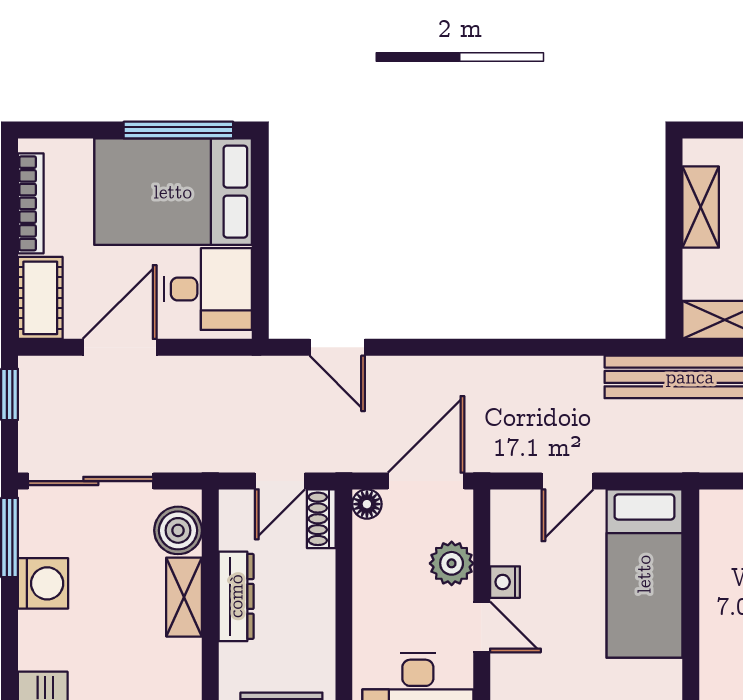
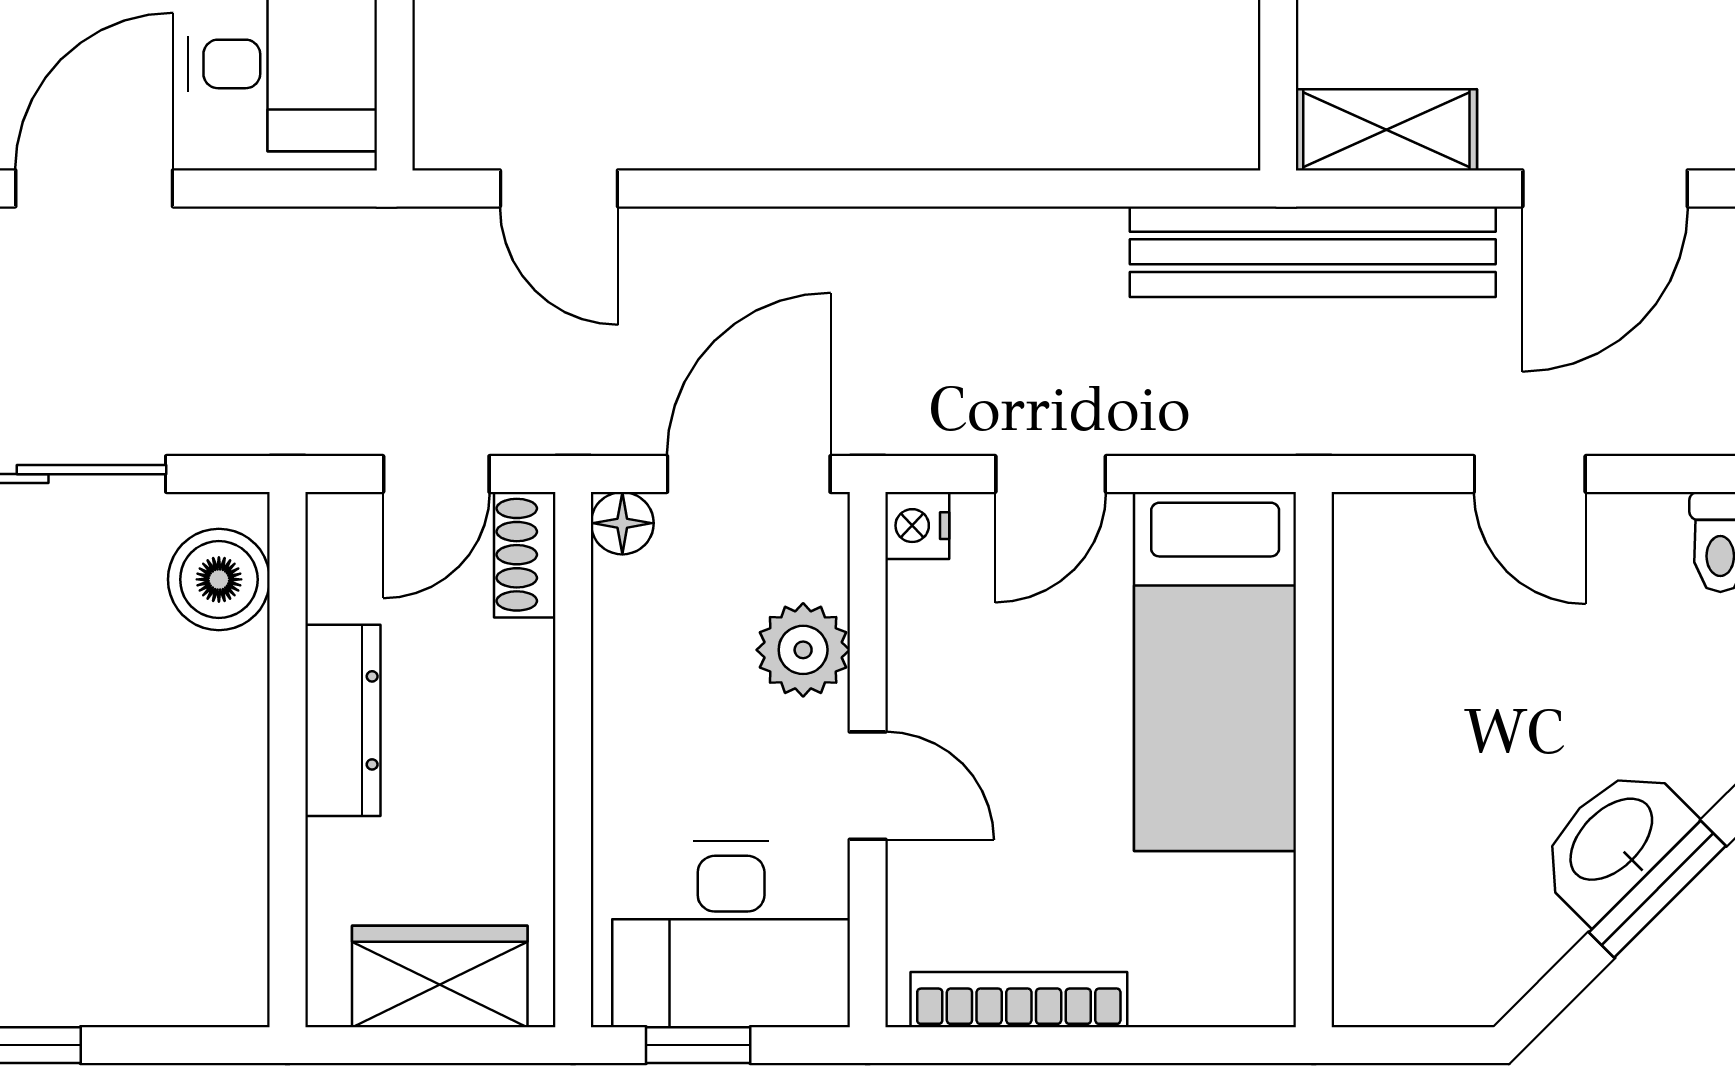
nightstand: (505, 582) -> (917, 526), moved
shelving: (184, 597) -> (232, 722), removed

